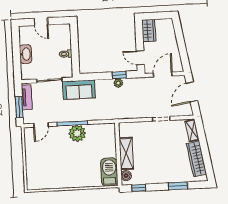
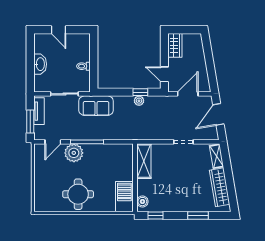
plant: (77, 133) -> (74, 153), moved
shelving: (126, 153) -> (144, 161), moved
round table: (67, 172) -> (78, 194), added

